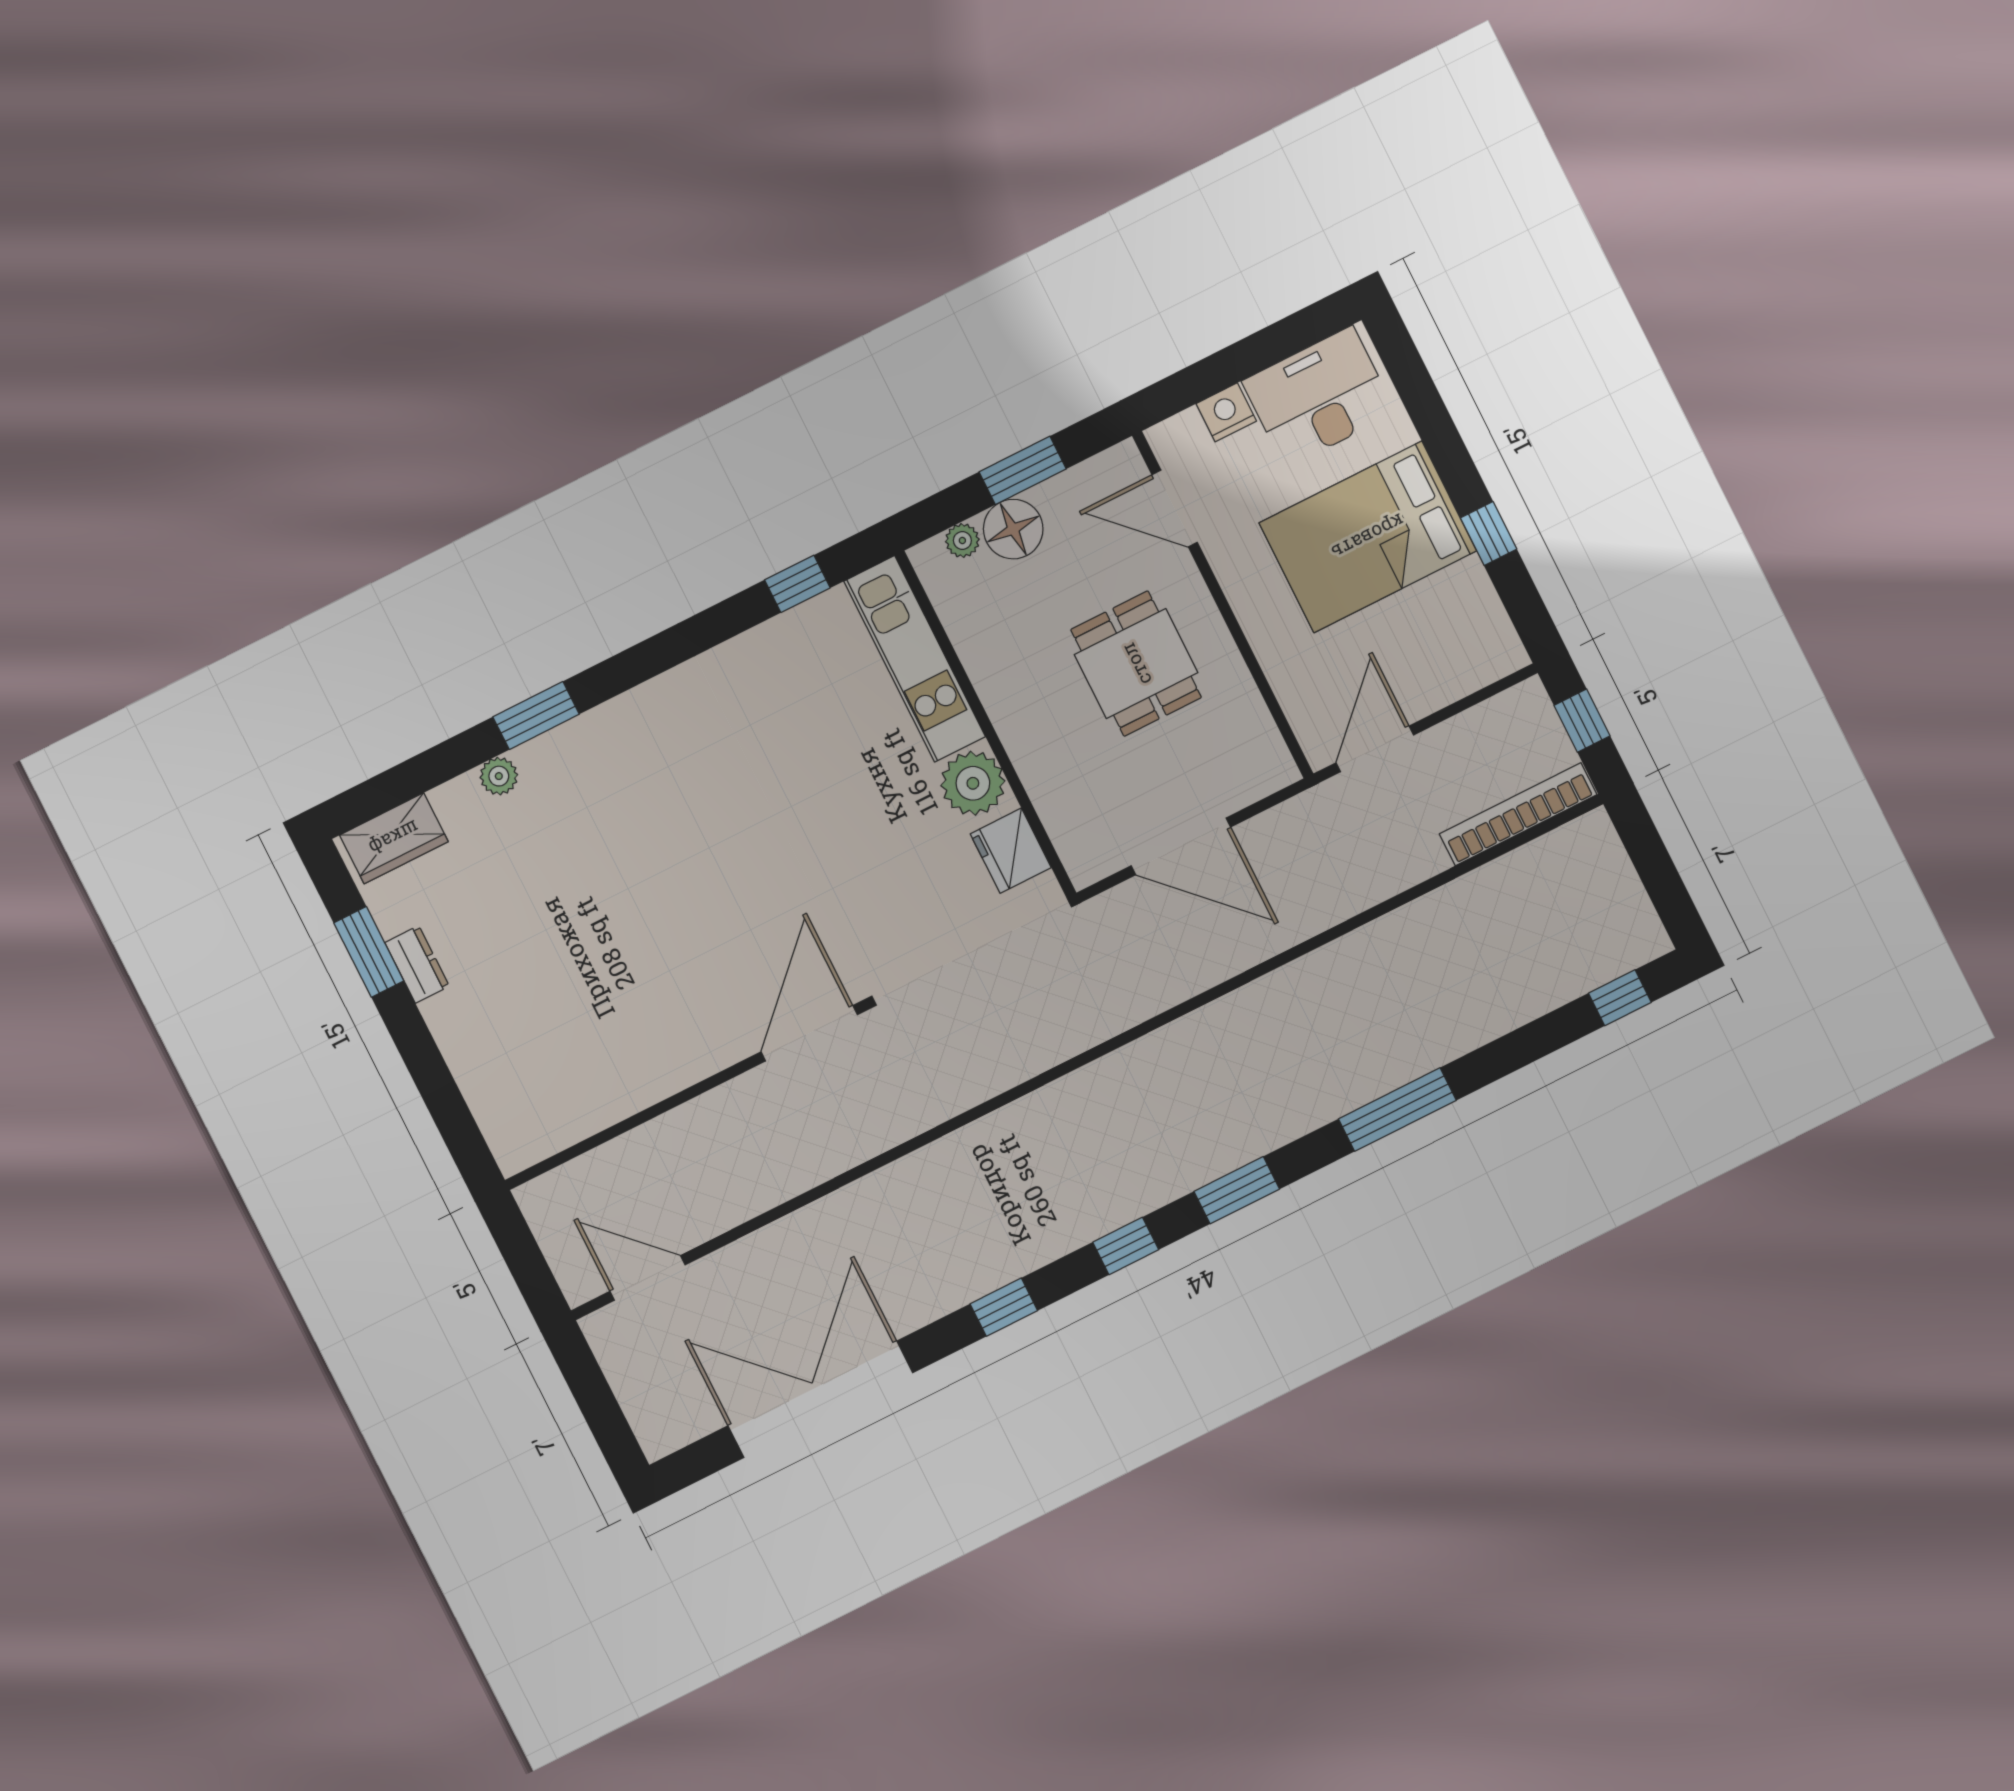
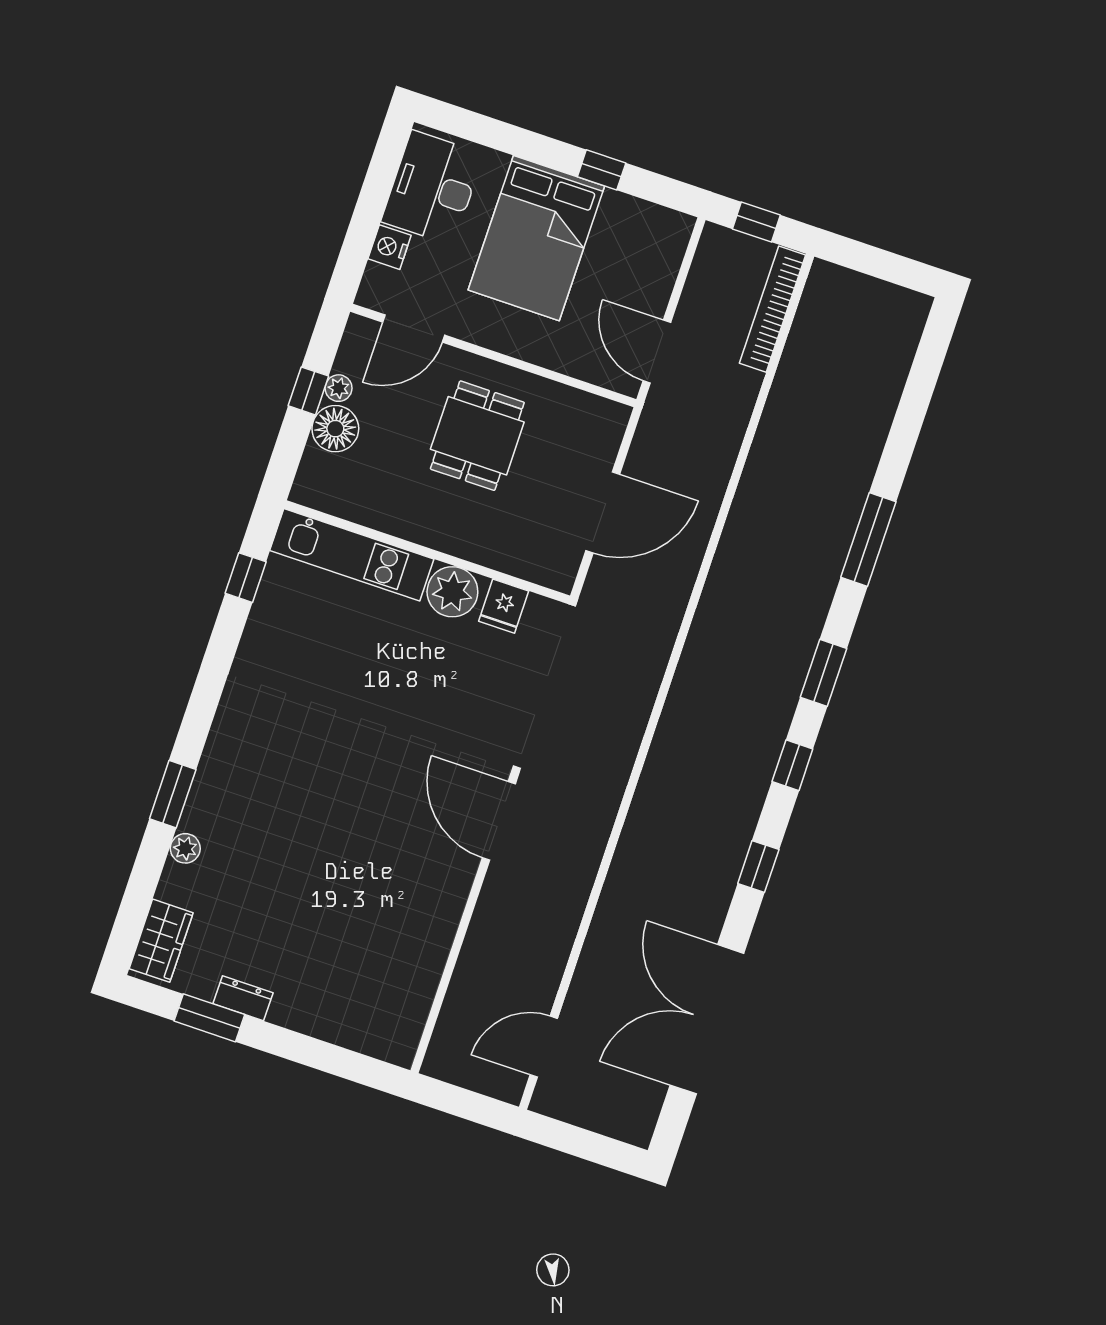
window: (1023, 470) -> (308, 391), width x0.67
plant: (962, 540) -> (339, 388), moved
dining table: (1136, 664) -> (477, 436), turned 90
fridge: (1011, 851) -> (504, 606), width x0.72
window: (1620, 998) -> (931, 355), removed

